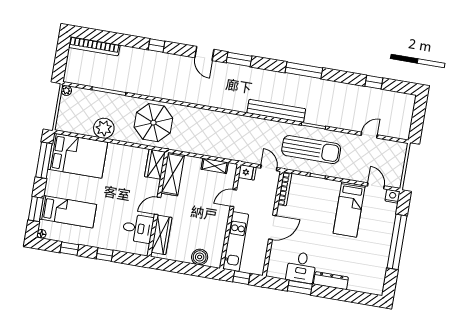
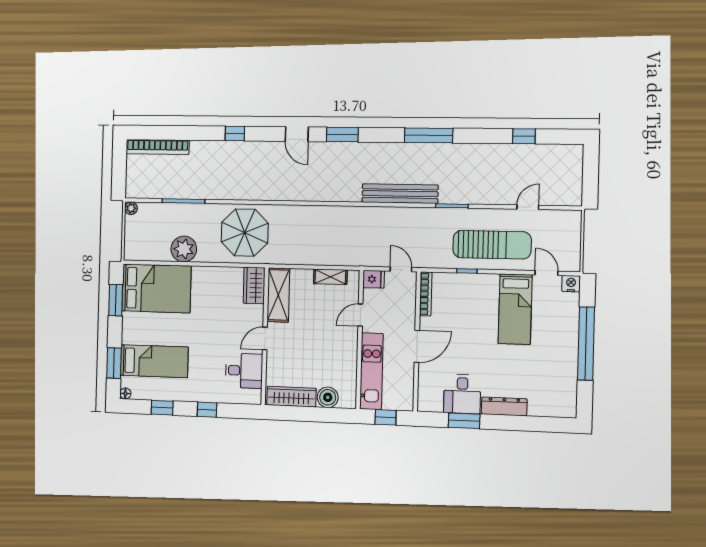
sun lounger: (311, 150) -> (492, 245), moved
window: (44, 160) -> (116, 300), width x0.69
wardrobe: (161, 235) -> (291, 397), moved, turned -90

